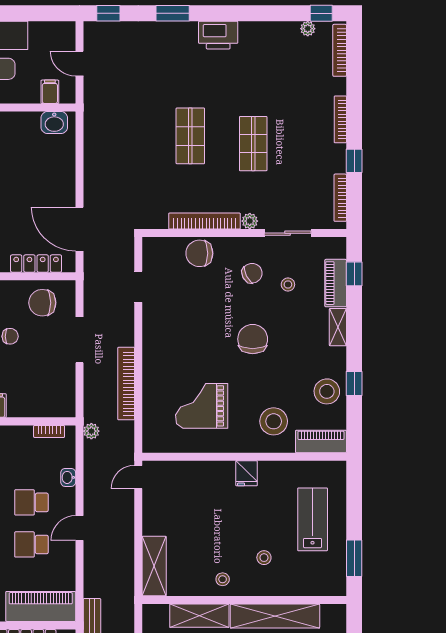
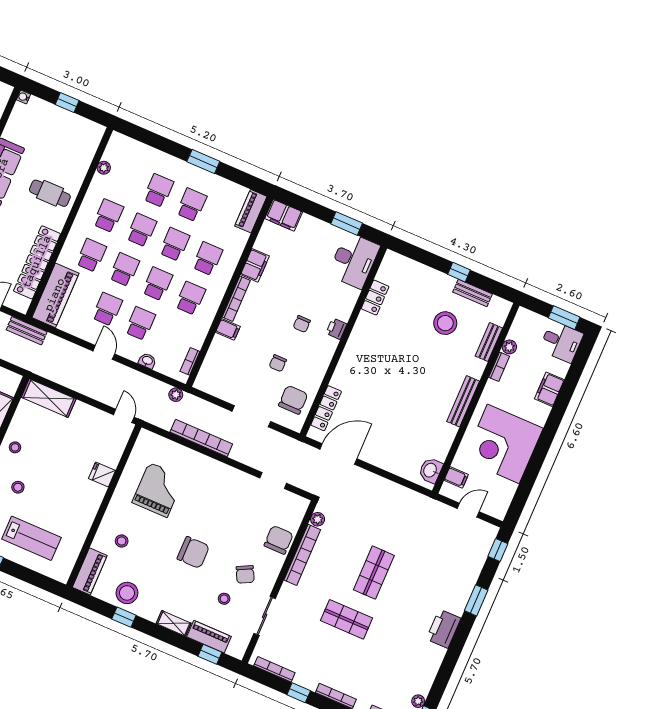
shop shelf: (190, 136) -> (374, 573), turned 90
plant: (250, 221) -> (318, 519), moved
stool: (274, 421) -> (122, 541), width x0.53, depth x0.53
fridge: (247, 473) -> (102, 474), moved

